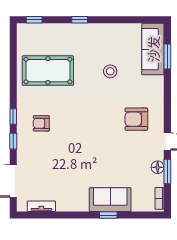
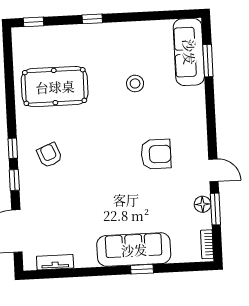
armchair: (136, 119) -> (156, 154), moved, turned 180
armchair: (41, 123) -> (49, 155), turned 68
sofa: (110, 200) -> (134, 250), width x1.36

